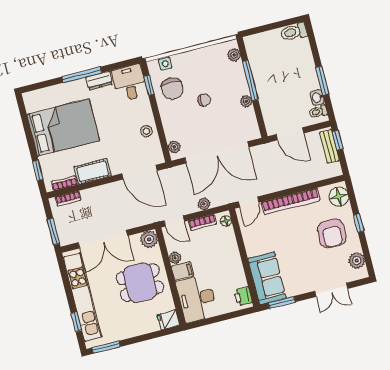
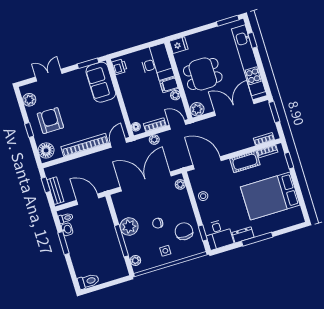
side table: (165, 64) -> (165, 251), moved
plant: (246, 101) -> (129, 227), width x1.88, depth x1.88
window: (338, 140) -> (46, 185), moved

